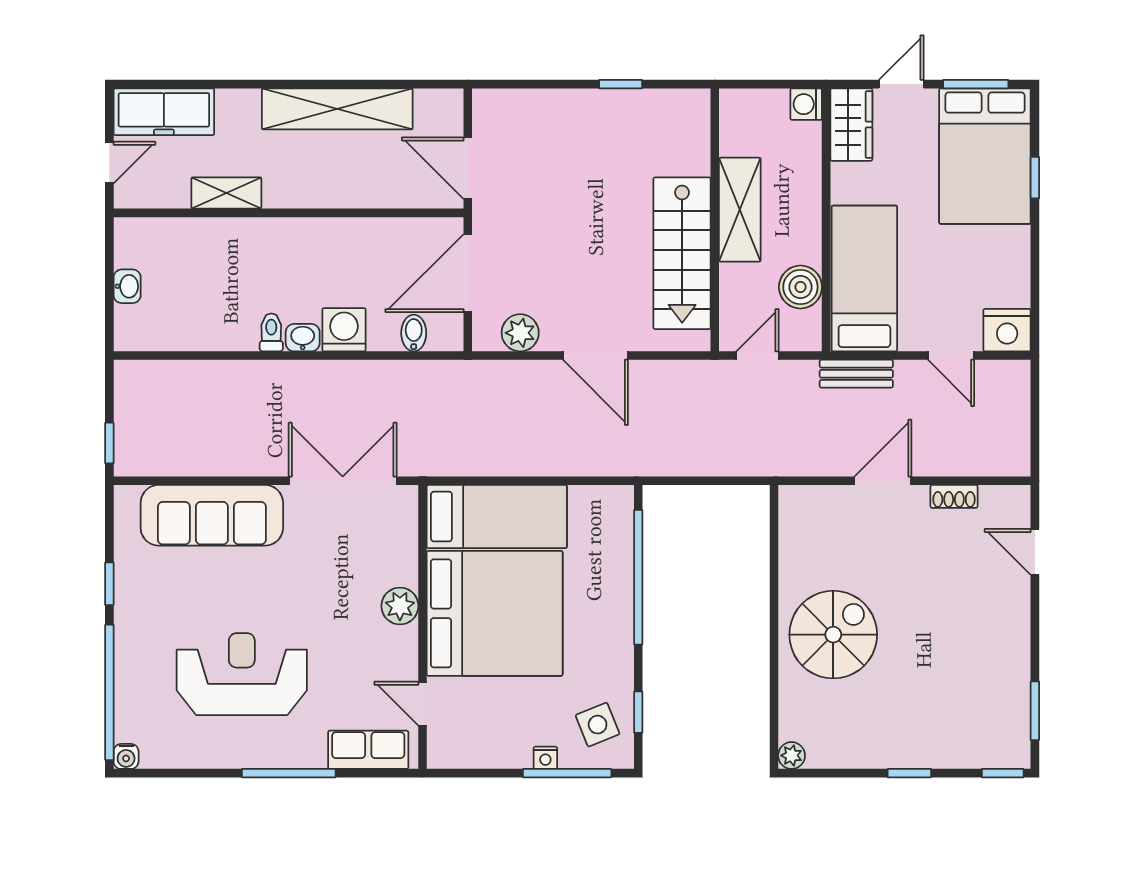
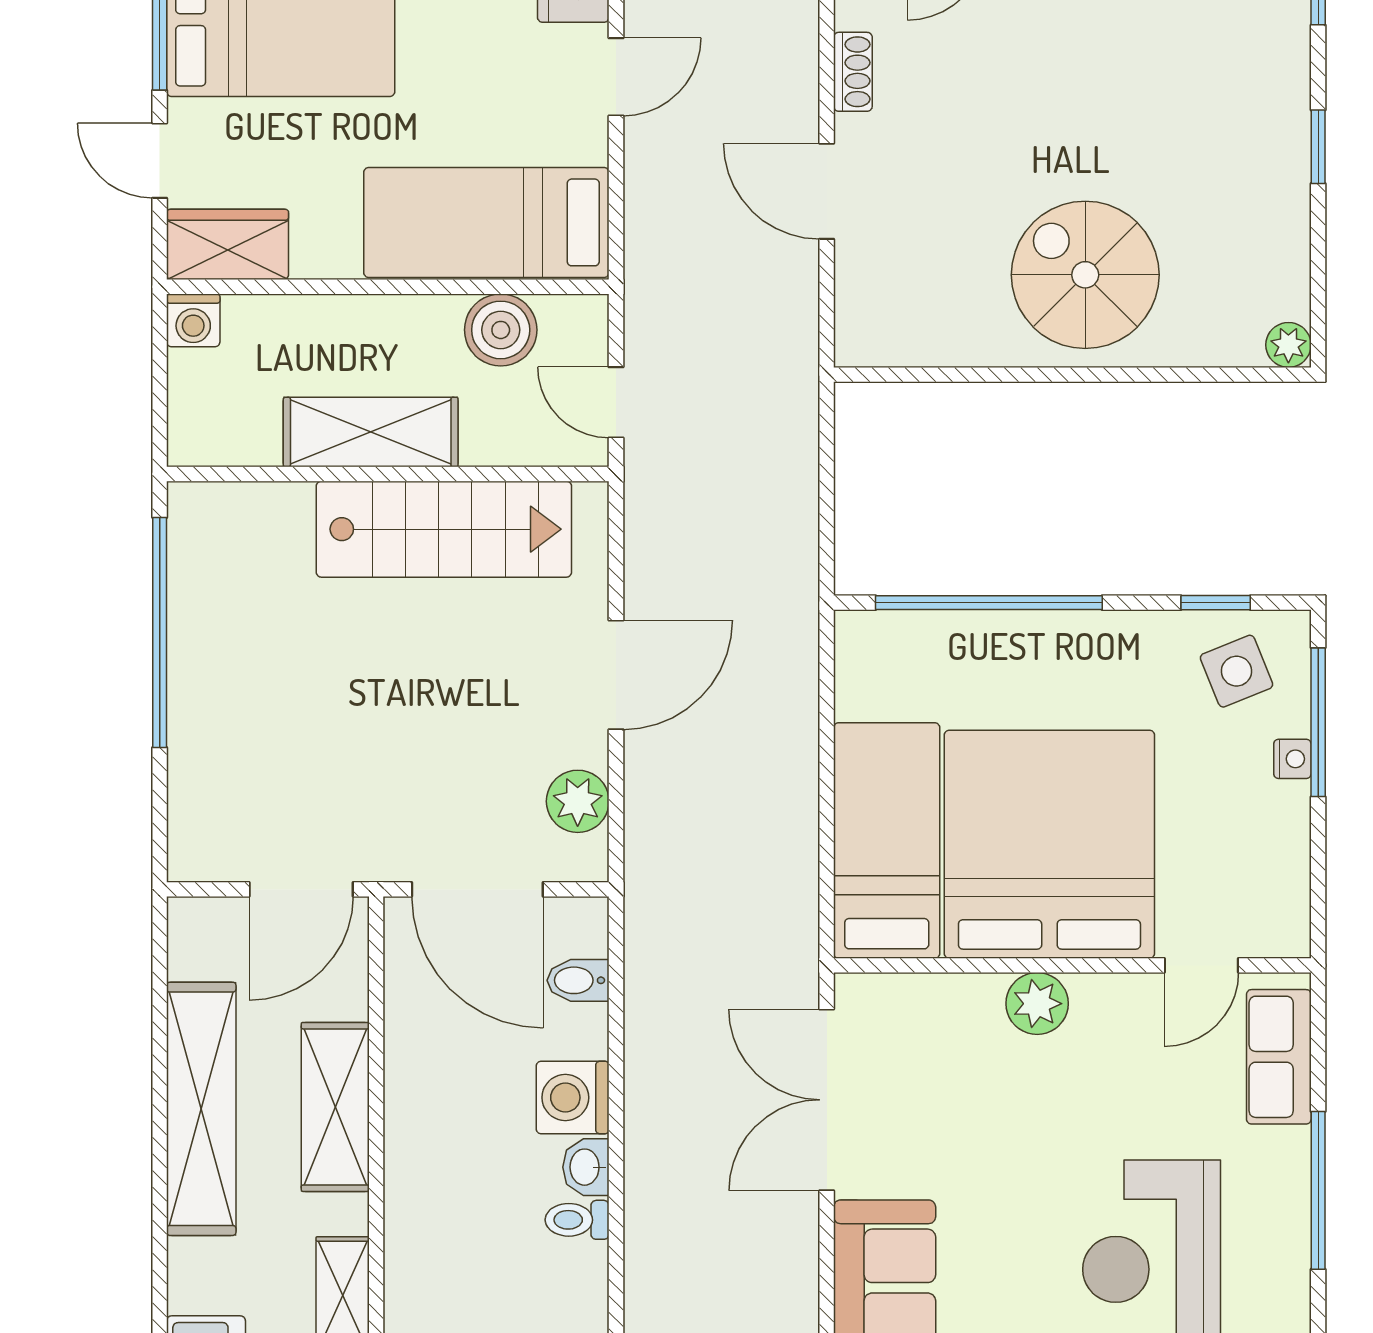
window: (621, 84) -> (160, 632), width x3.17
shelving: (338, 189) -> (335, 1107), added
bench: (856, 374) -> (646, 236), removed

